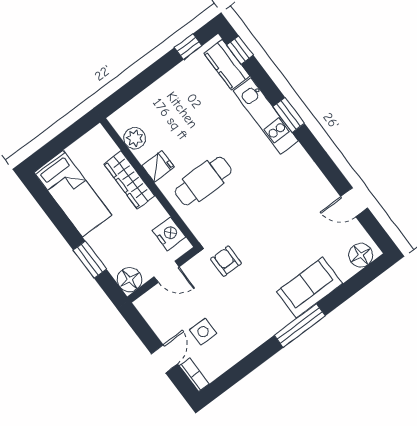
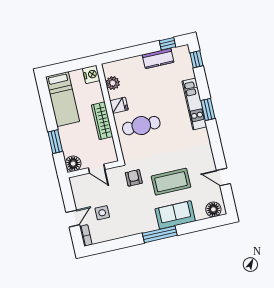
kitchen counter: (227, 65) -> (158, 58), moved, turned -90
wardrobe: (129, 180) -> (102, 121), moved
nightstand: (169, 234) -> (91, 74), moved
coffee table: (282, 243) -> (171, 182), added

